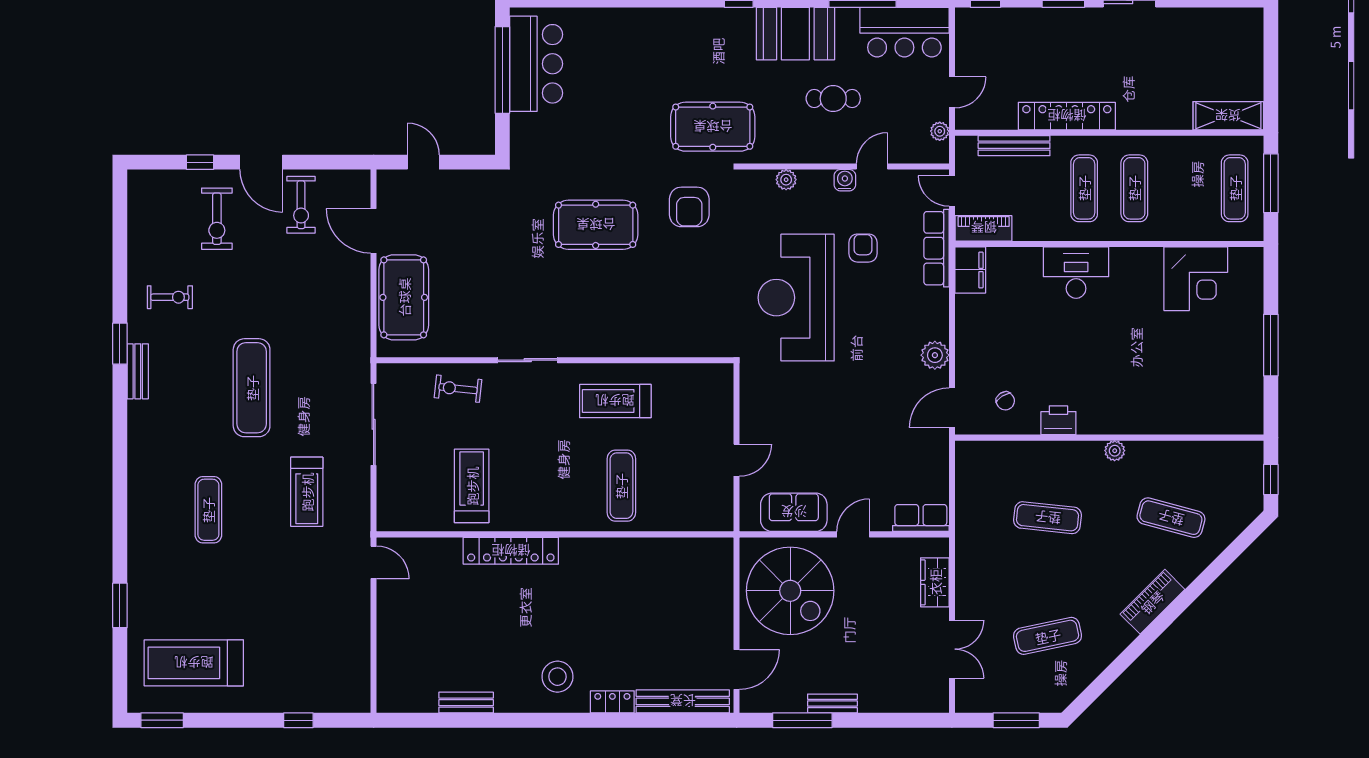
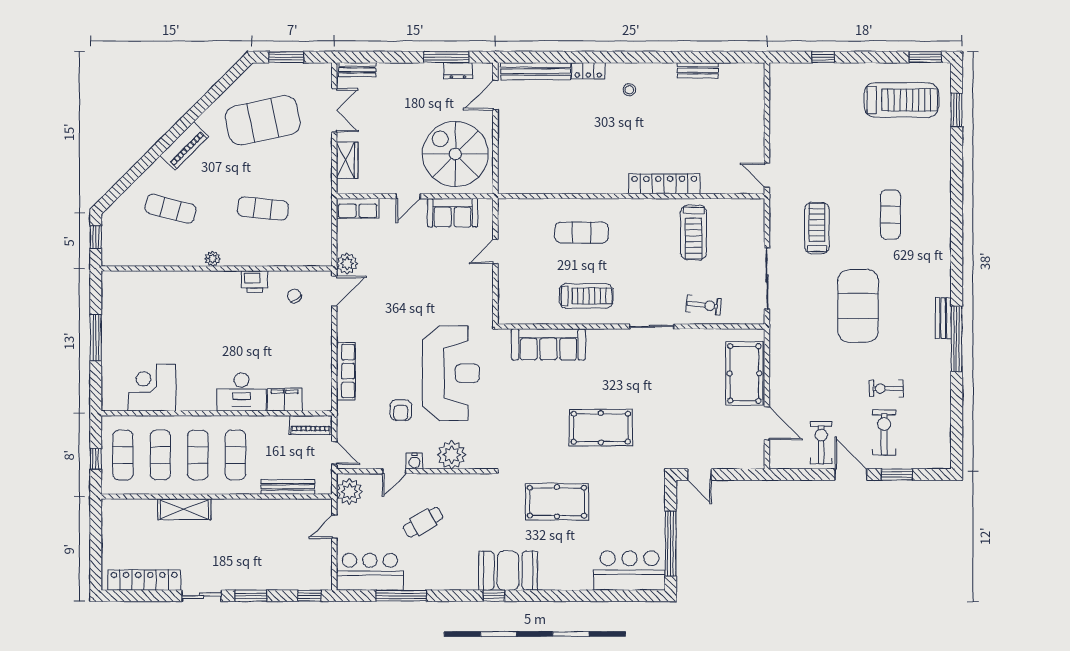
booth: (795, 34) -> (508, 571), moved
bar counter: (536, 64) -> (630, 571), moved, turned 90
cafe table: (833, 99) -> (423, 522), turned -30
locker: (1067, 116) -> (144, 580), moved, turned 180
shelving: (1228, 116) -> (184, 509), moved
pool table: (713, 127) -> (557, 502), moved
plant: (940, 131) -> (350, 492), width x1.88, depth x1.88
window: (200, 162) -> (897, 474), width x1.50
door: (423, 162) -> (699, 474), moved
plant: (786, 180) -> (452, 455), width x1.87, depth x1.87
window: (1271, 183) -> (96, 459), width x0.46
exercise mat: (1184, 188) -> (160, 455), added
armchair: (689, 207) -> (531, 441), removed
row of seats: (936, 248) -> (346, 371), moved
filing cabinet: (970, 270) -> (285, 400), moved, turned 90
exercise bike: (170, 297) -> (886, 389), moved
sofa: (666, 336) -> (548, 344), added
window: (120, 344) -> (957, 339), width x2.11
plant: (935, 355) -> (347, 263), moved
exercise mat: (252, 388) -> (858, 306), width x1.47
exercise mat: (621, 486) -> (582, 233), turned 90
window: (120, 605) -> (957, 110), moved
exercise mat: (1048, 636) -> (263, 120), width x2.00, depth x1.45
double door: (952, 649) -> (334, 110), swing flipped
stool: (557, 677) -> (629, 90), width x0.53, depth x0.53
dresser: (787, 702) -> (458, 71), added
bench: (832, 703) -> (357, 70), moved

